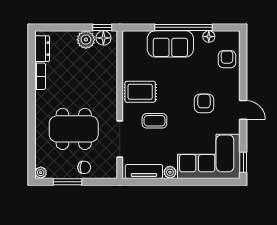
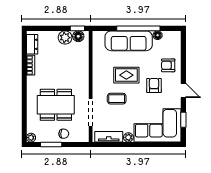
sofa: (170, 44) -> (129, 41), width x1.36
armchair: (227, 59) -> (168, 65), moved, turned -90
rug: (140, 92) -> (126, 75), moved
window: (243, 162) -> (183, 120), moved

